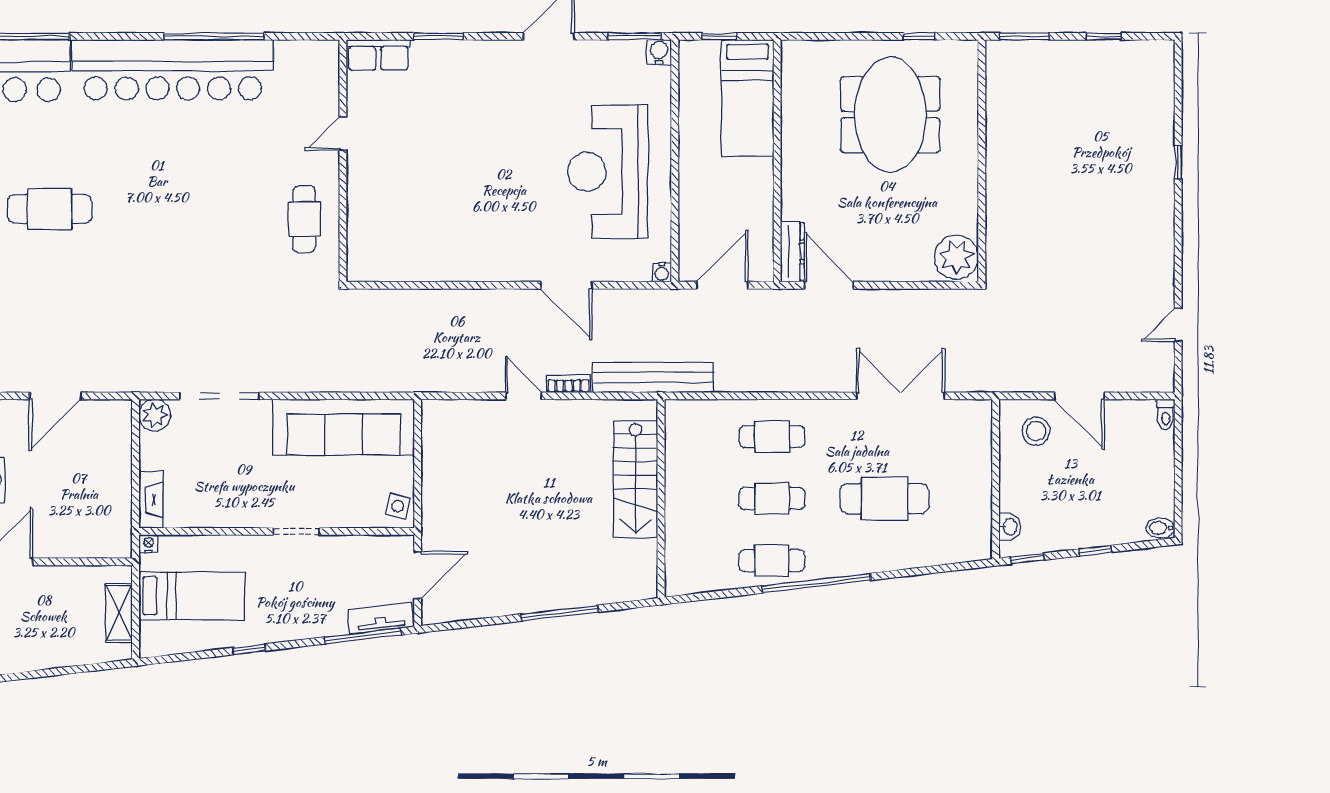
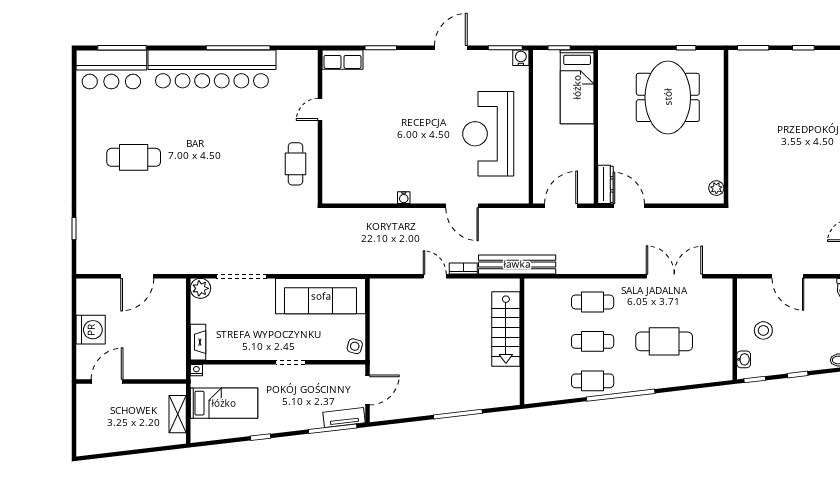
plant: (956, 257) -> (716, 188), width x0.53, depth x0.53
water cooler: (662, 272) -> (404, 198), moved
stool: (1036, 431) -> (763, 330), moved

